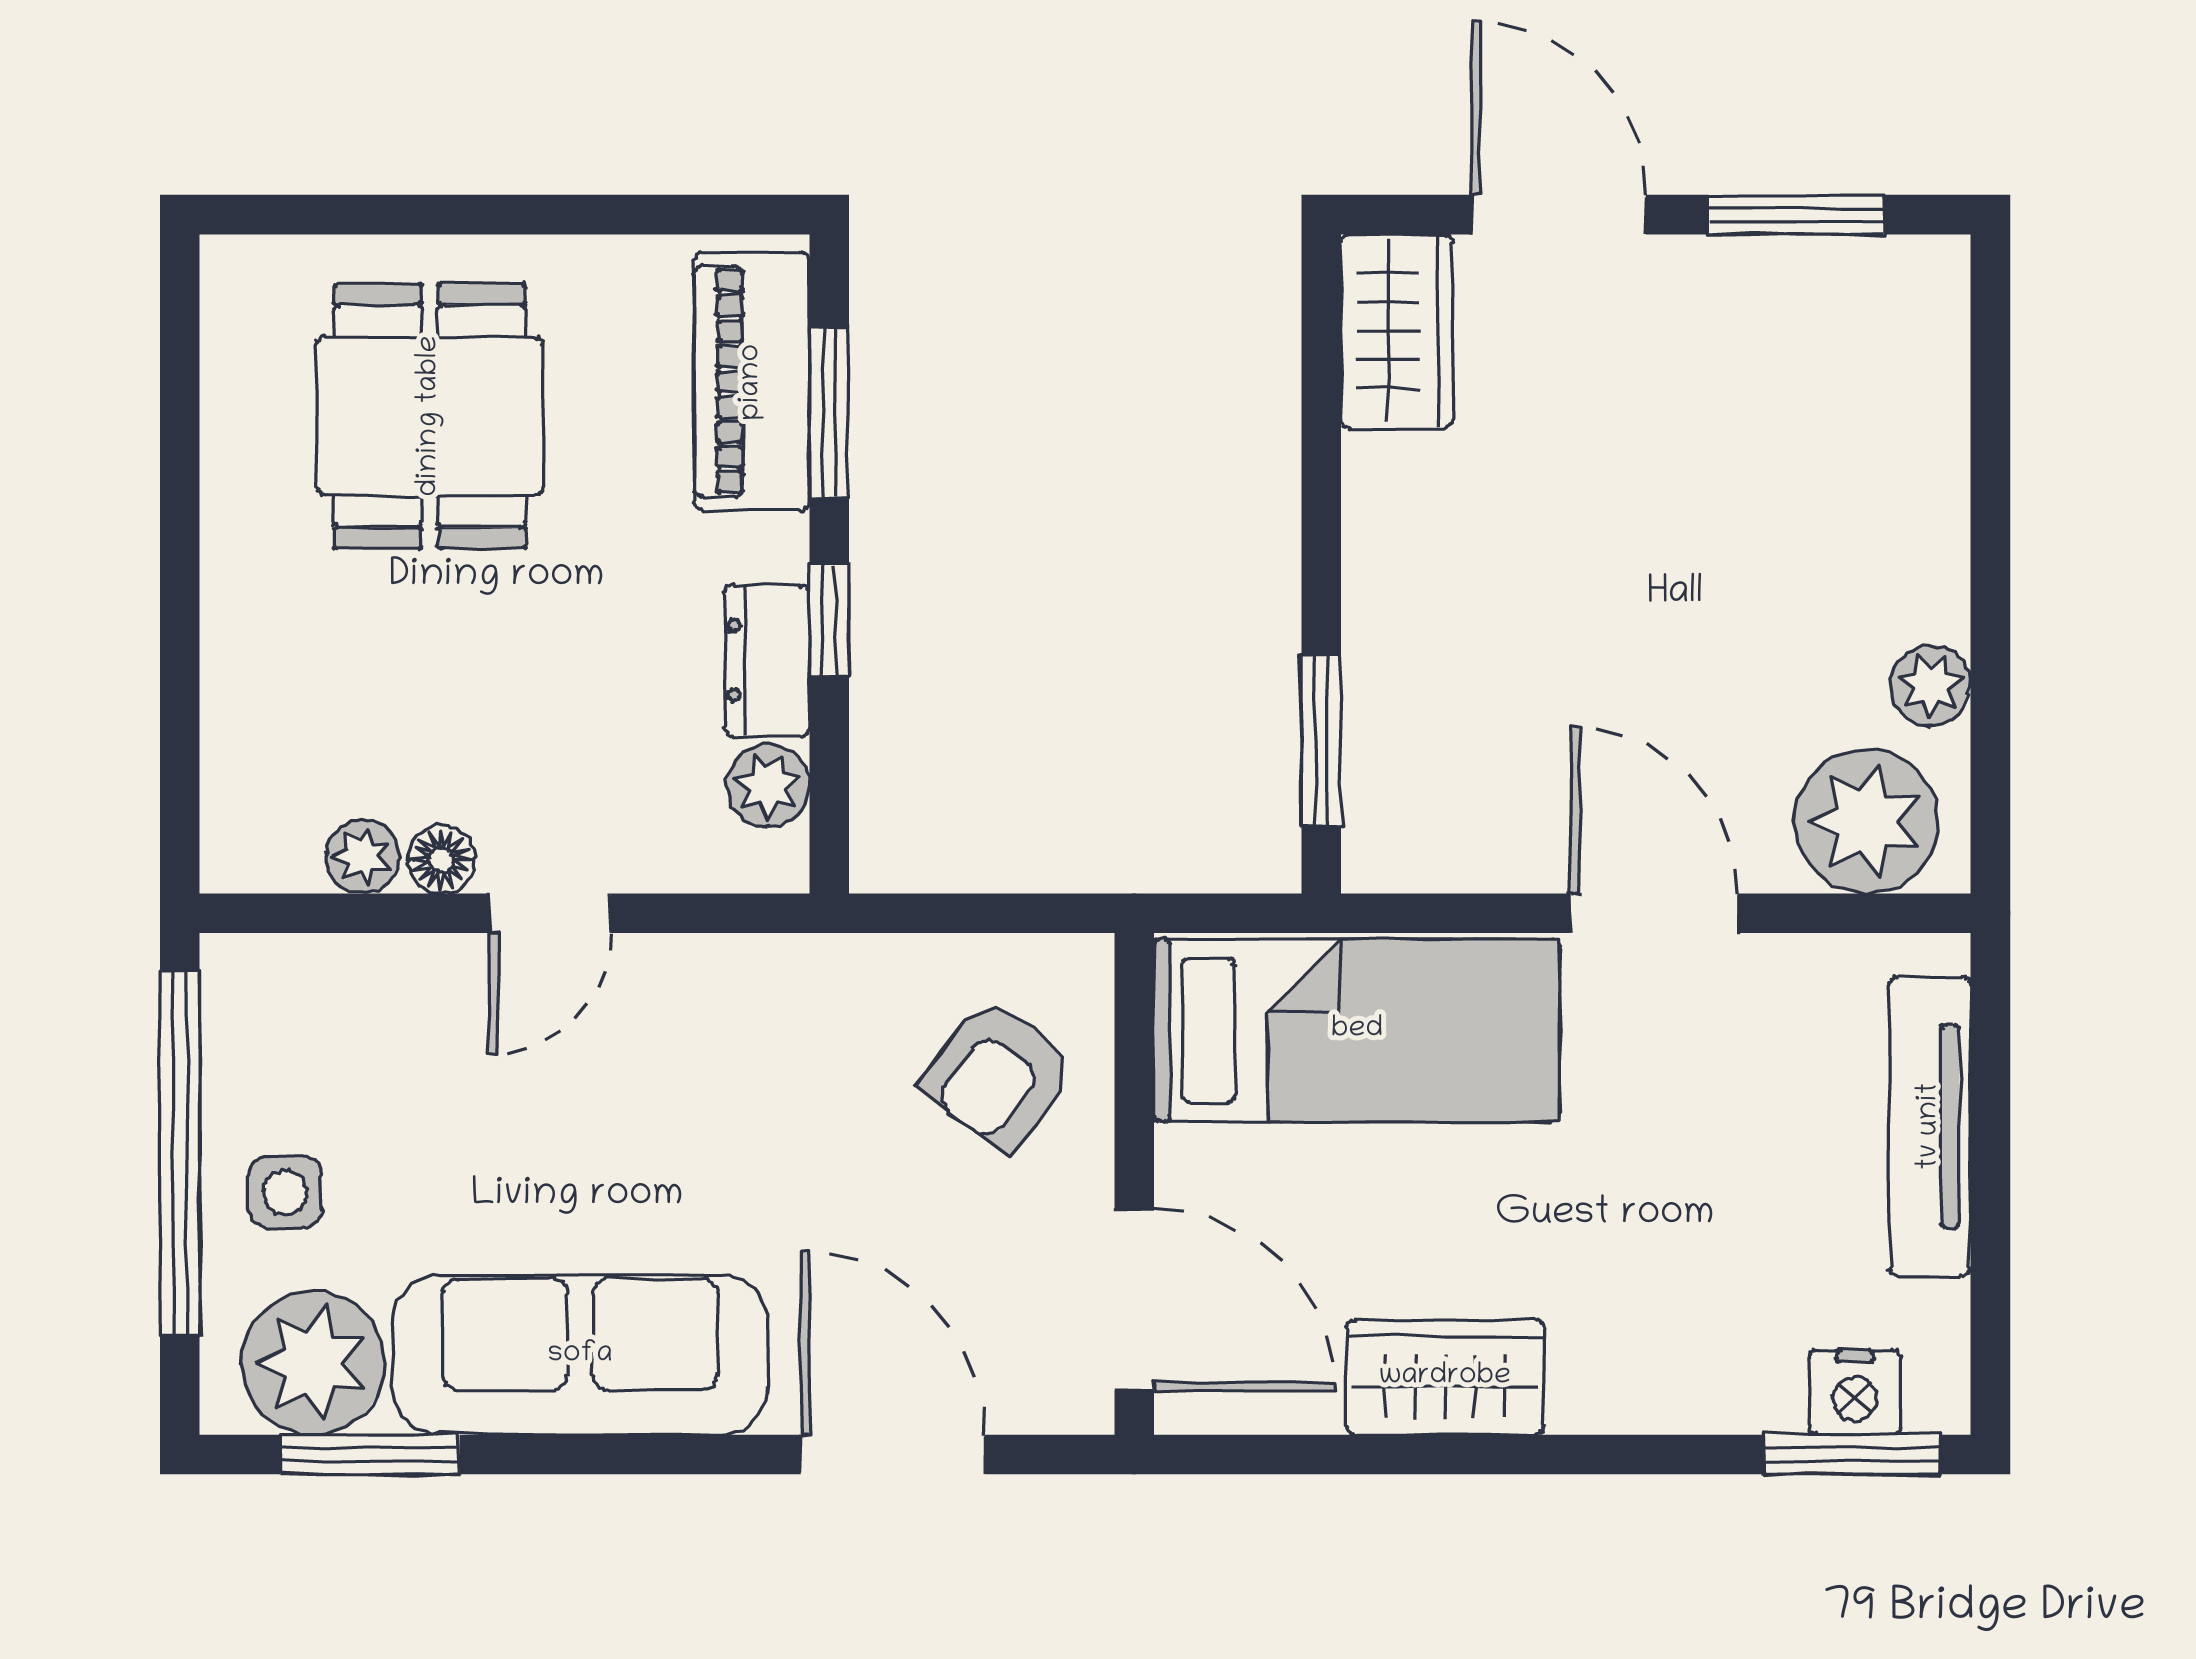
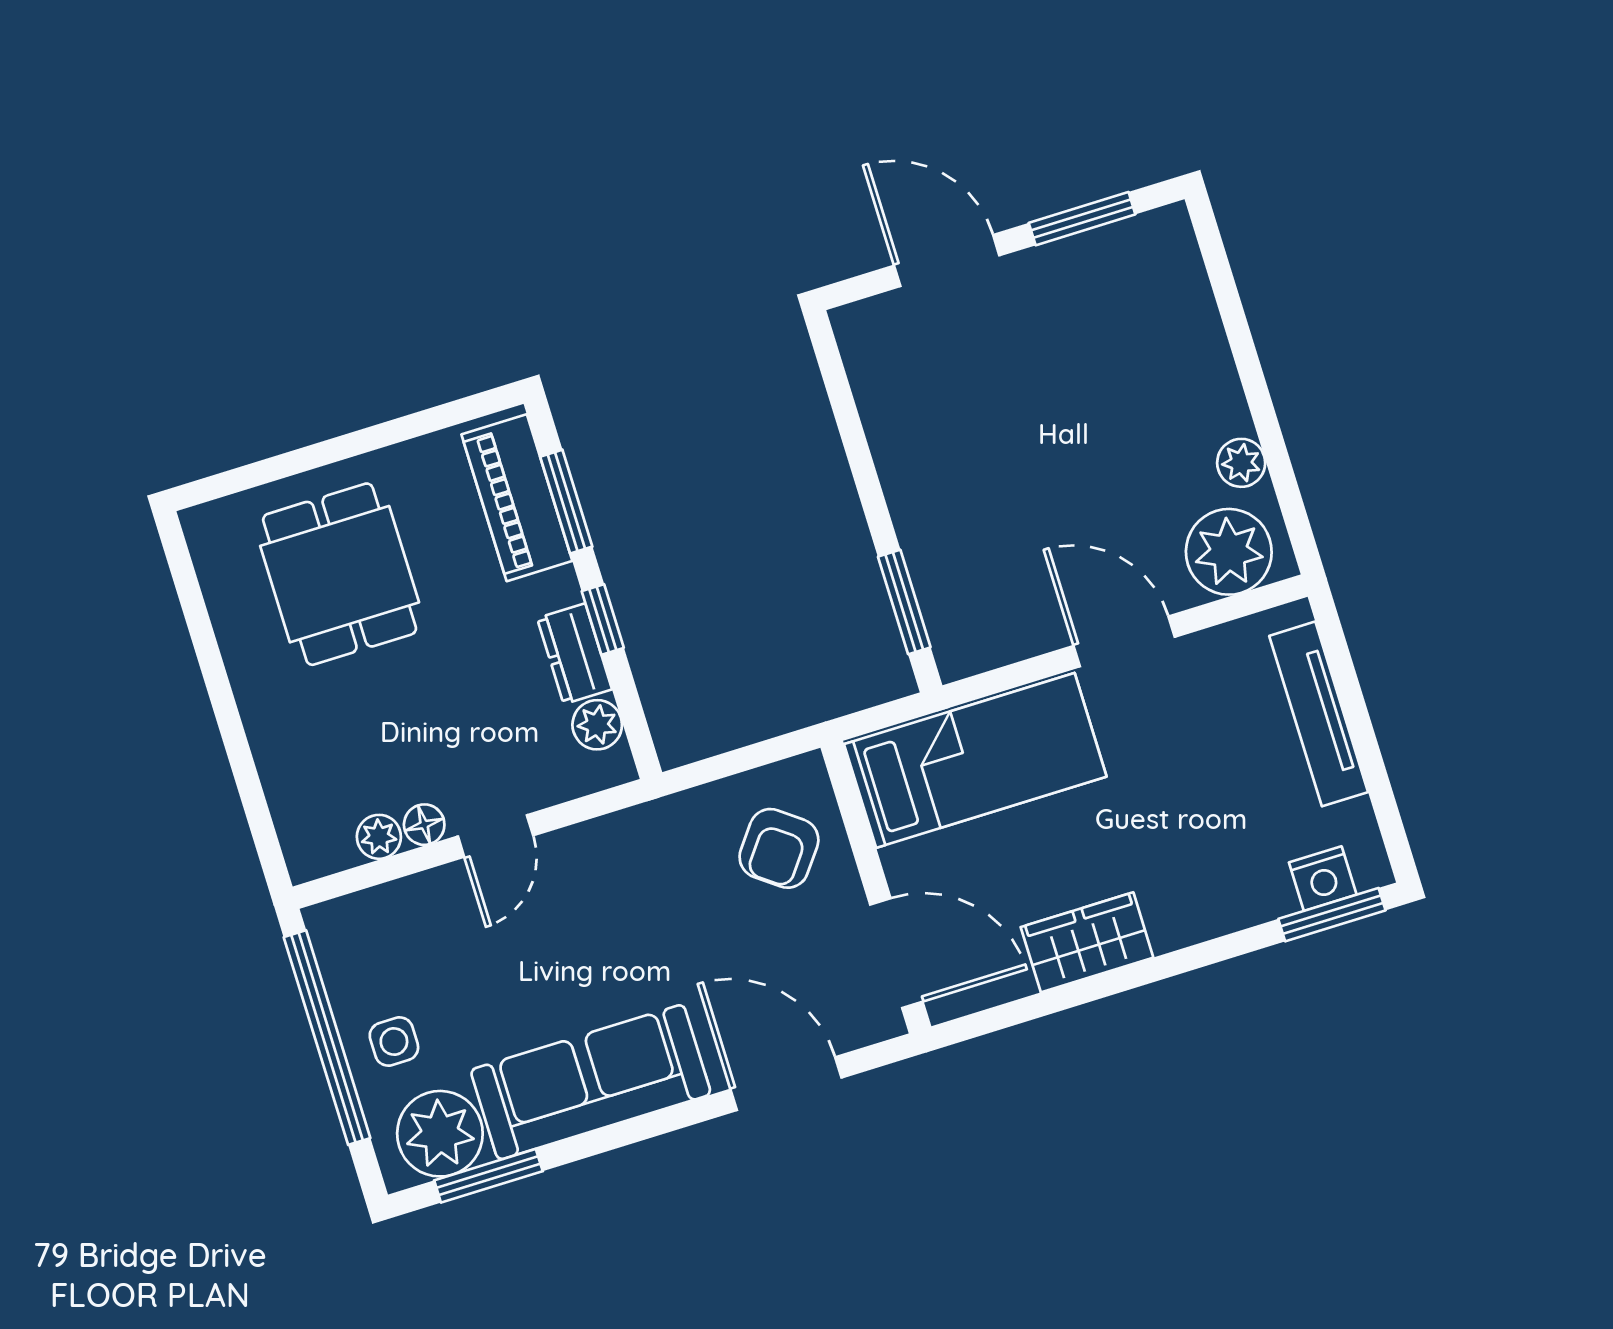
wardrobe: (1397, 331) -> (875, 355), removed

